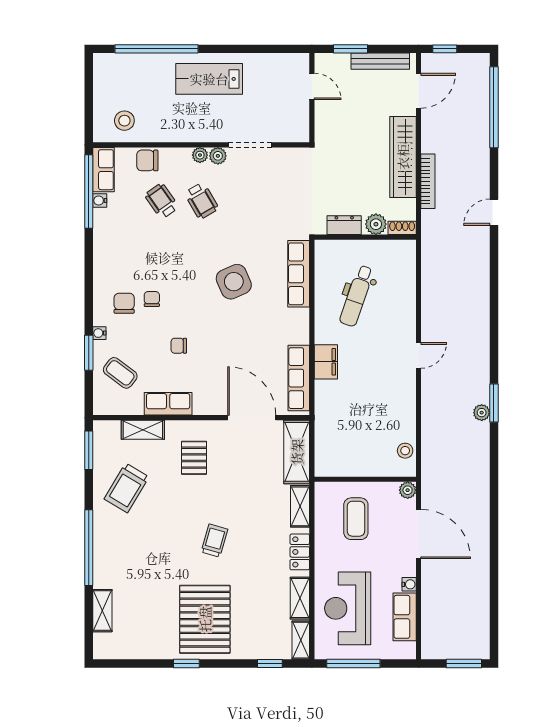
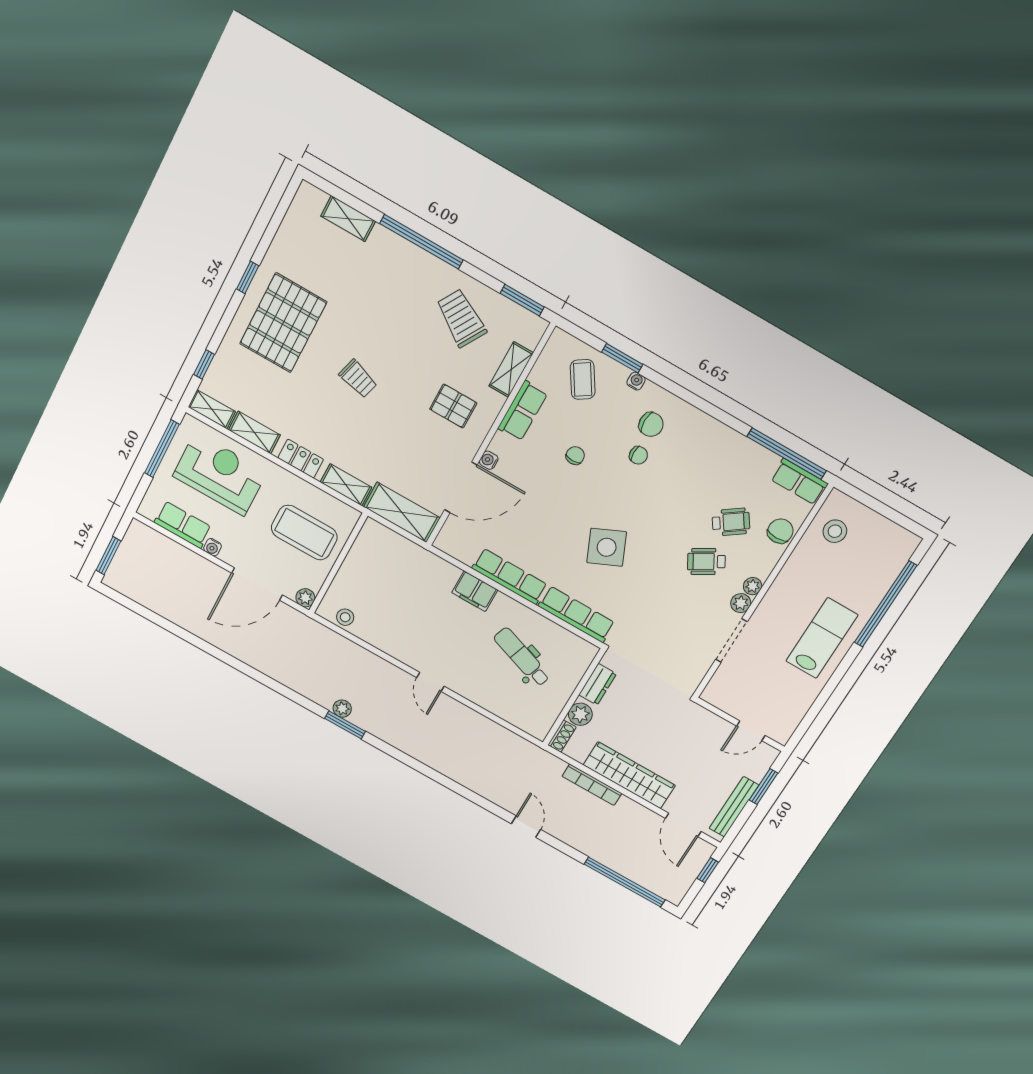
water cooler: (100, 201) -> (489, 460), moved, turned -90
coffee table: (120, 373) -> (583, 379), turned -70
row of seats: (299, 378) -> (510, 576), moved
coffee table: (356, 519) -> (304, 533), width x1.36, depth x1.32
pallet: (205, 619) -> (283, 323), turned 90

